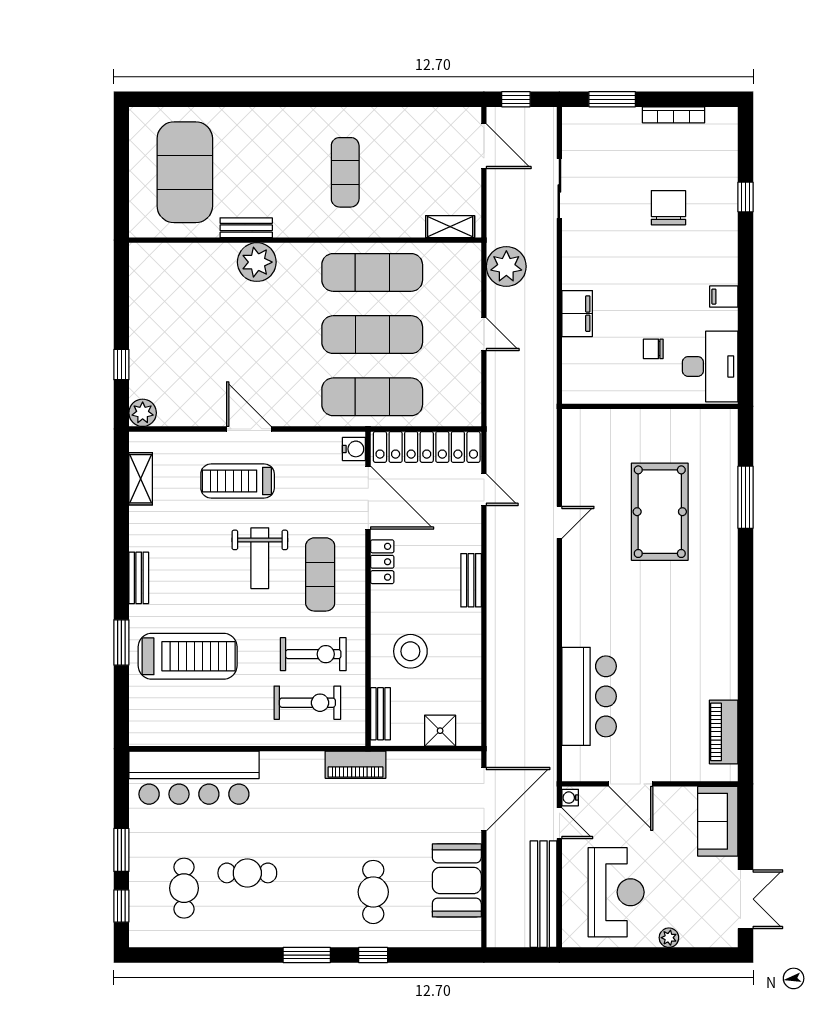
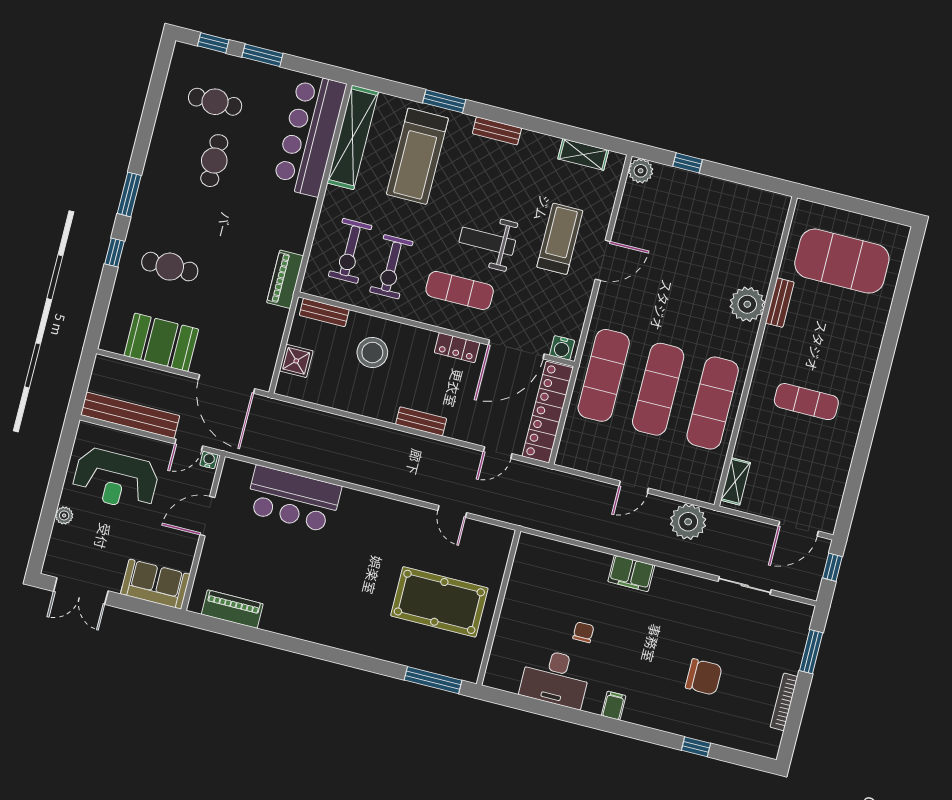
wall: (650, 406) -> (499, 608), moved
shelving: (185, 731) -> (353, 137), added

